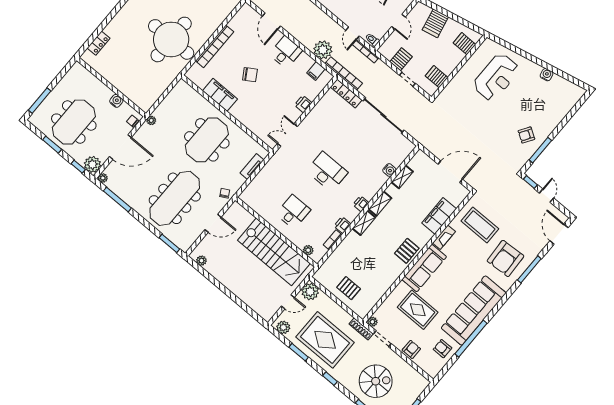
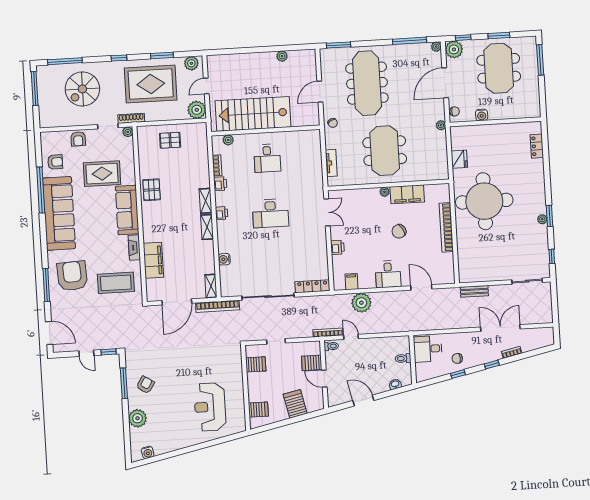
server rack: (401, 59) -> (312, 363), moved, turned 90
bookcase: (344, 73) -> (218, 306), moved
water cooler: (546, 75) -> (148, 452), moved
fridge: (161, 85) -> (459, 159), added
plant: (234, 112) -> (385, 192), added
plant: (554, 117) -> (138, 418), added
shelving: (402, 177) -> (211, 286), moved
pallet: (407, 251) -> (152, 190), moved
plant: (201, 261) -> (282, 56), moved

